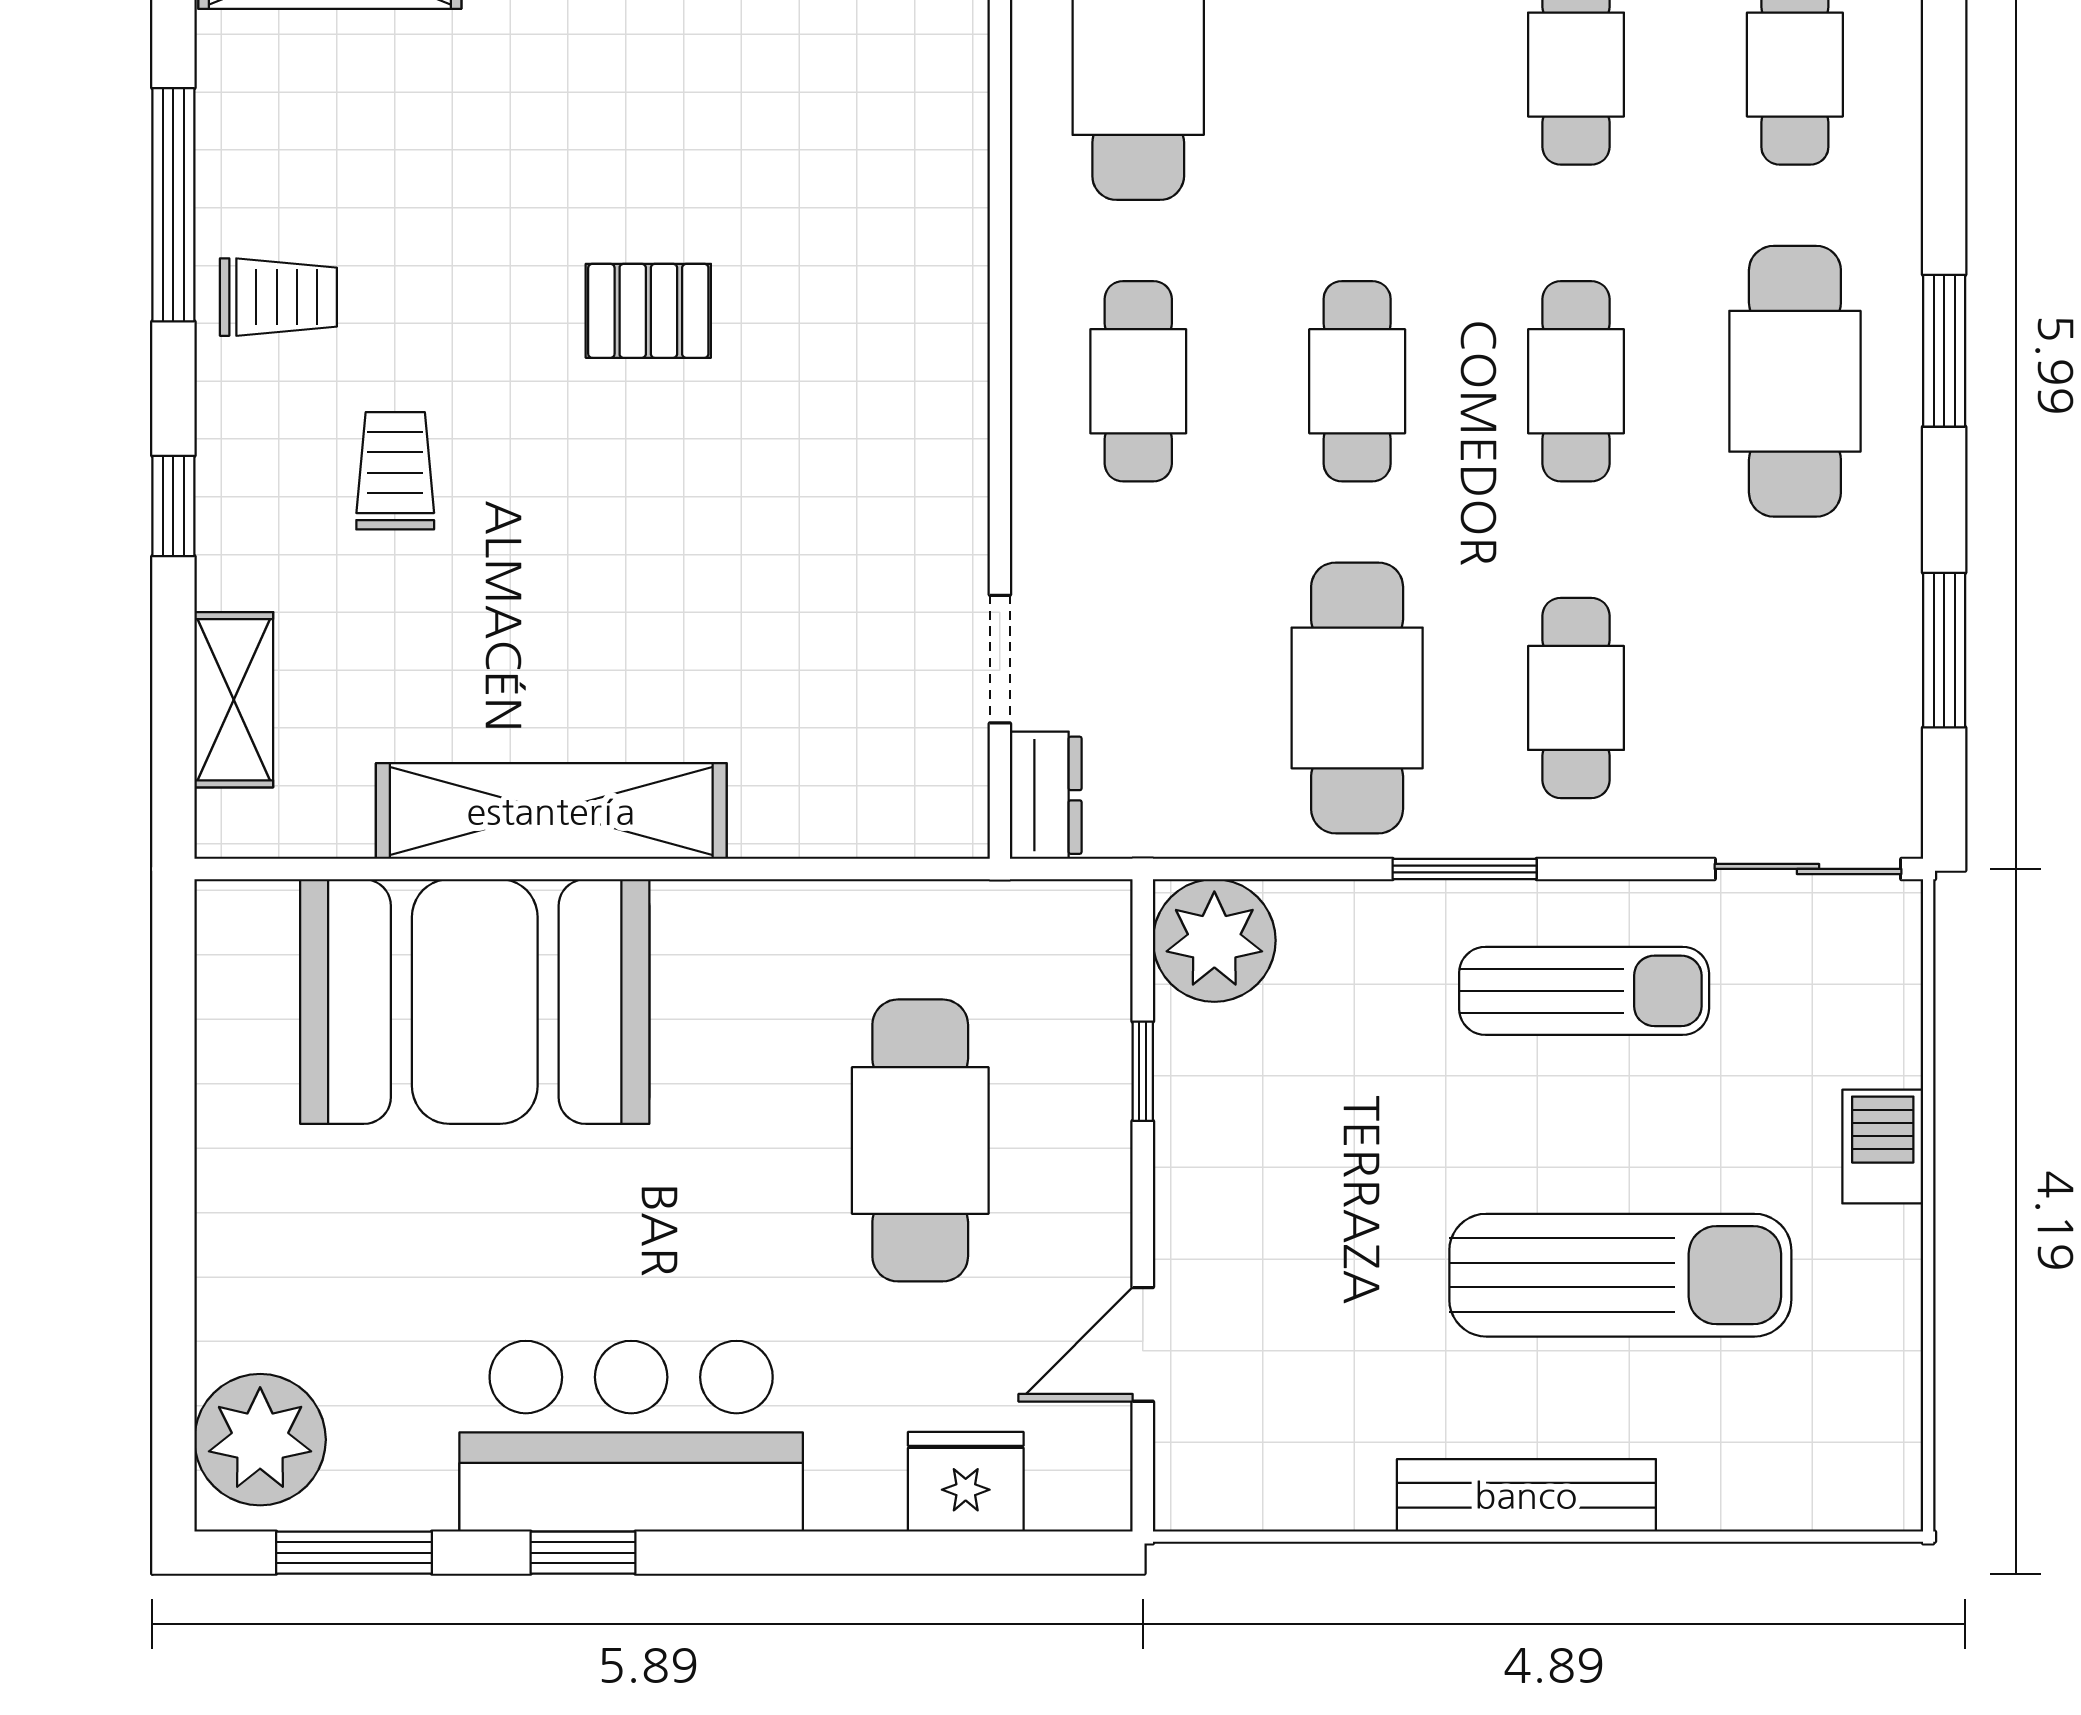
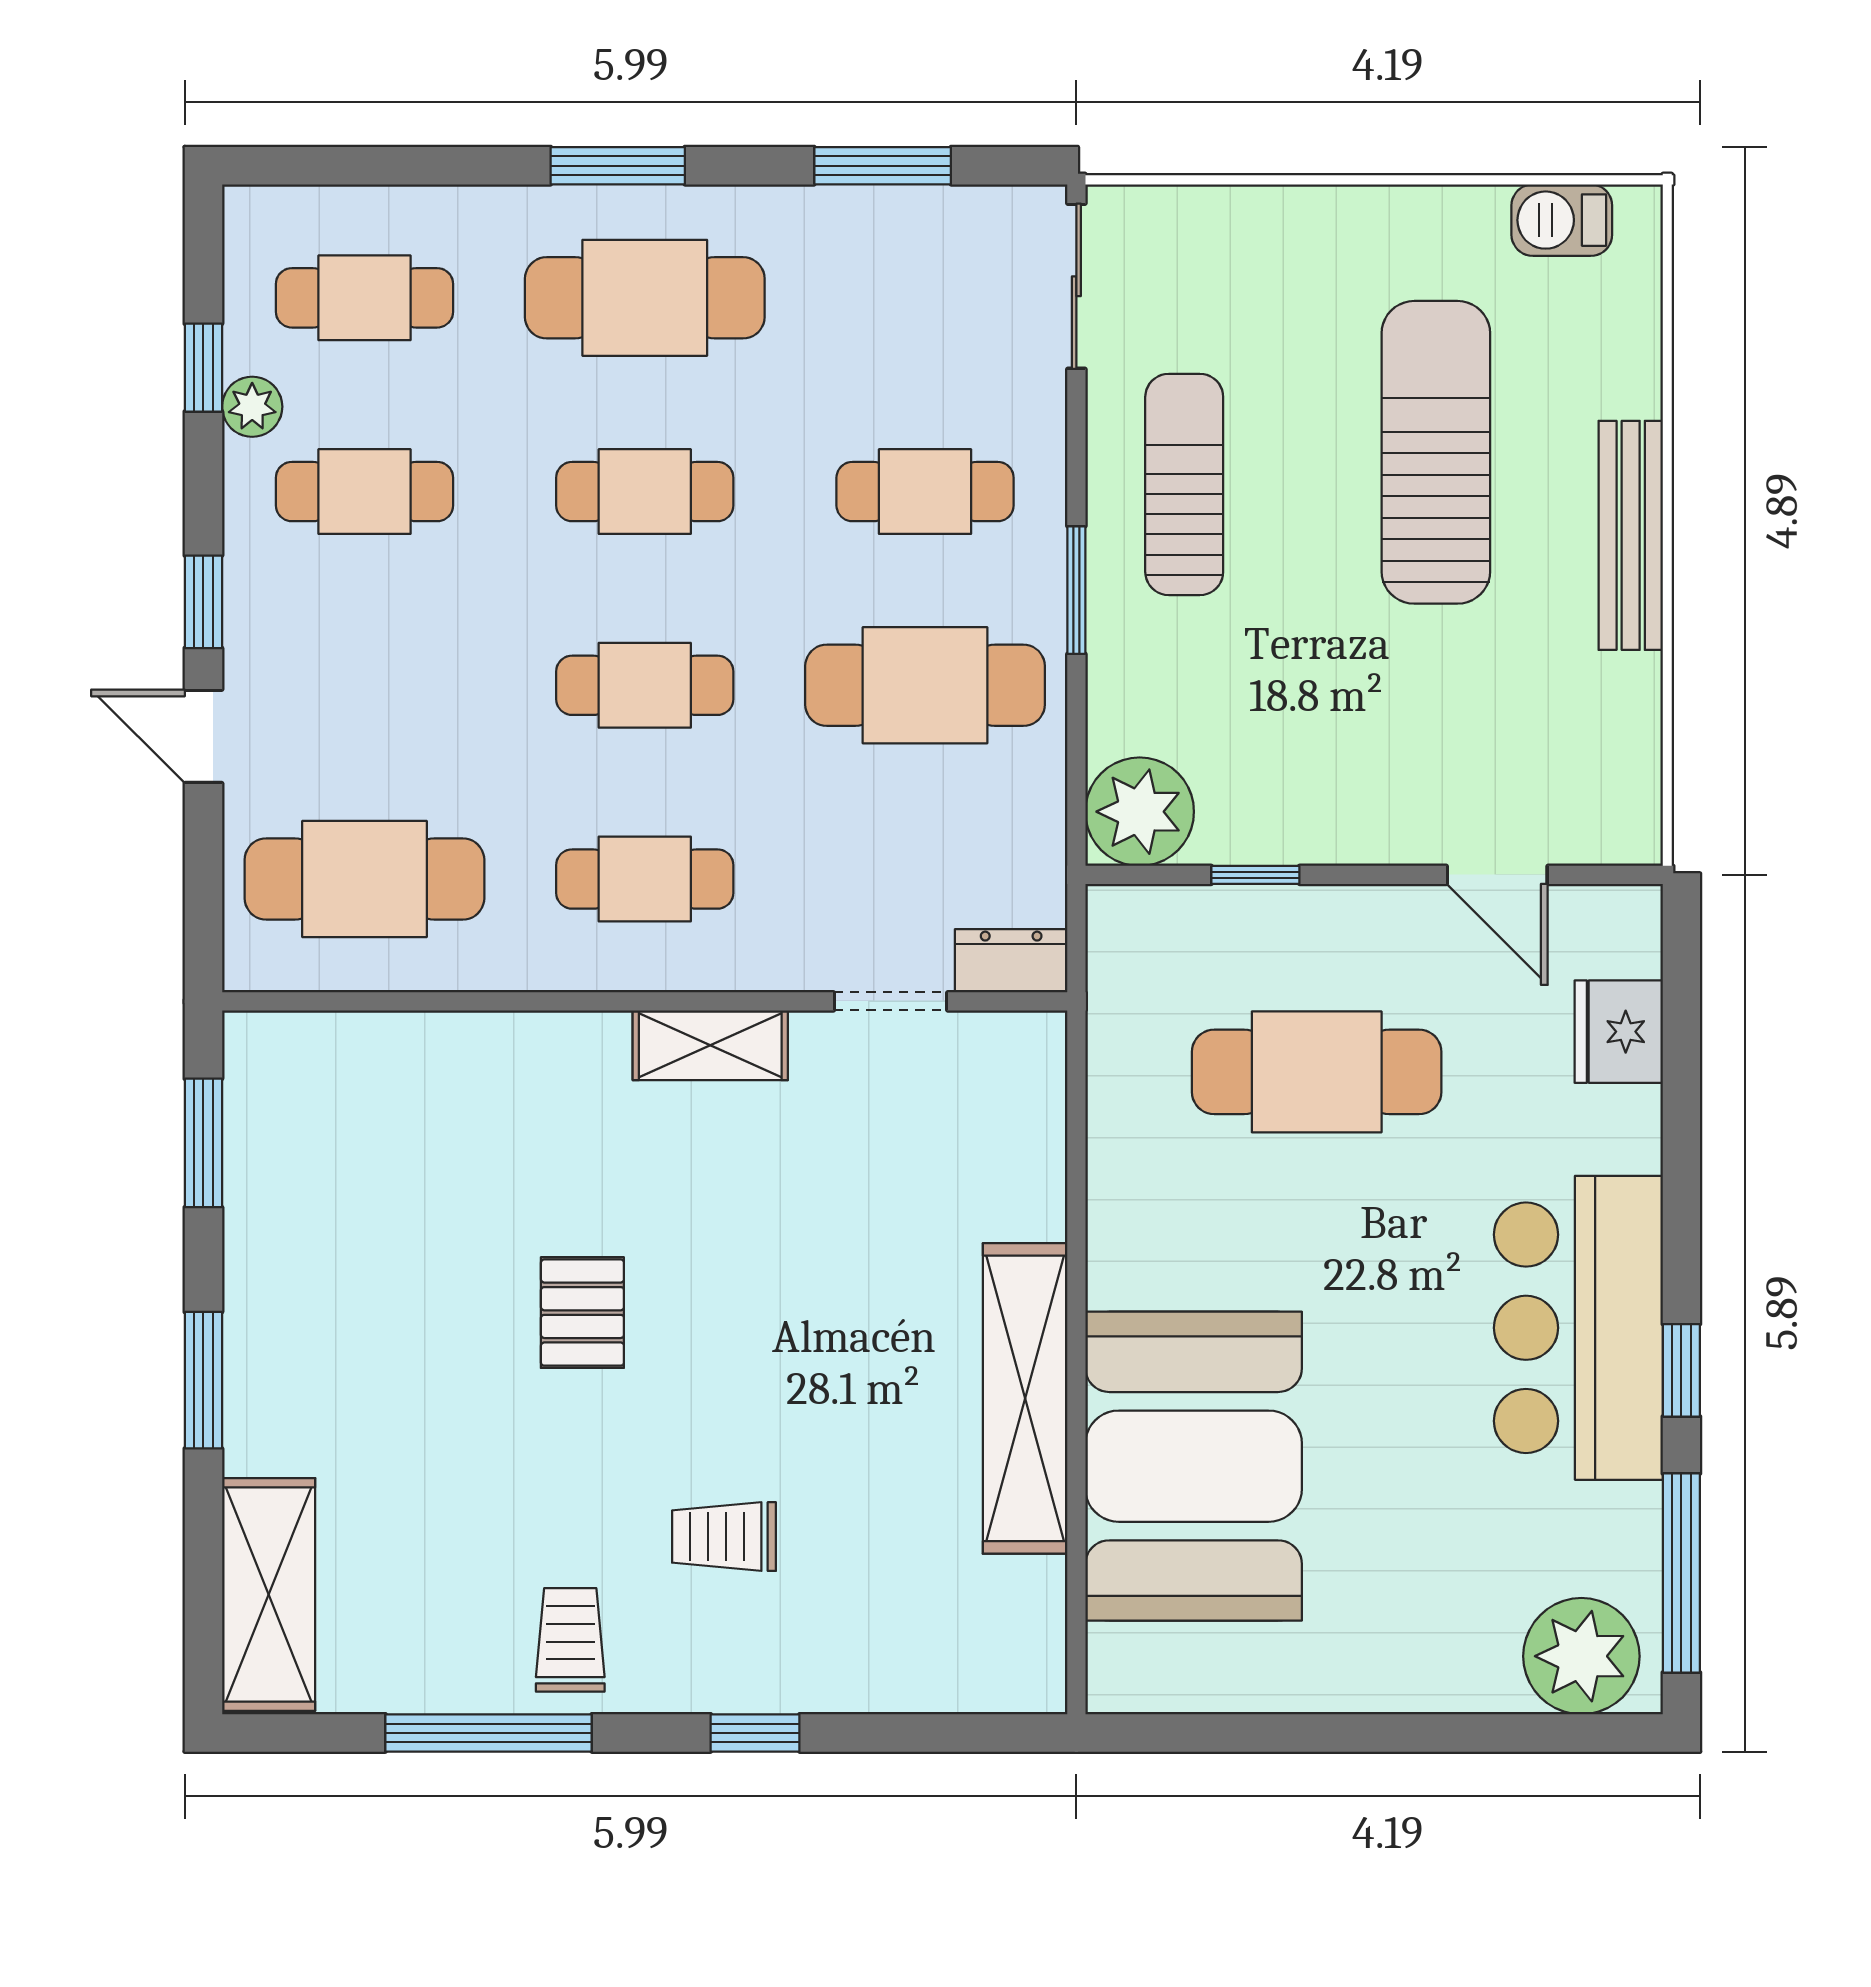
shelving: (234, 700) -> (710, 1045), moved
barbecue: (1883, 1147) -> (1562, 220), moved
window: (354, 1553) -> (1681, 1573), width x1.44

